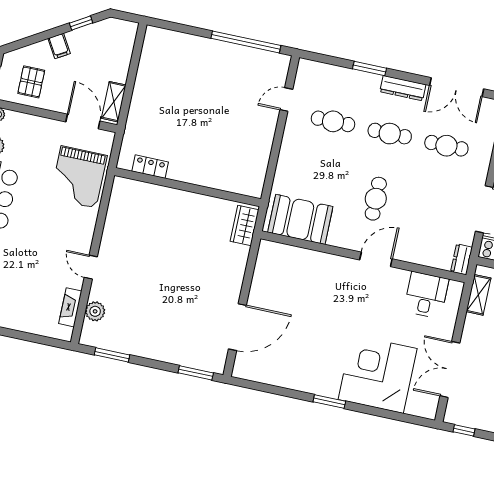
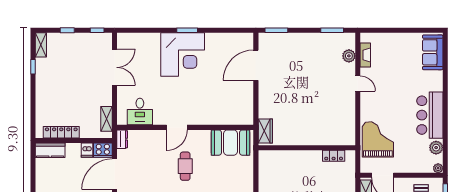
corner desk: (378, 374) -> (183, 54), moved

